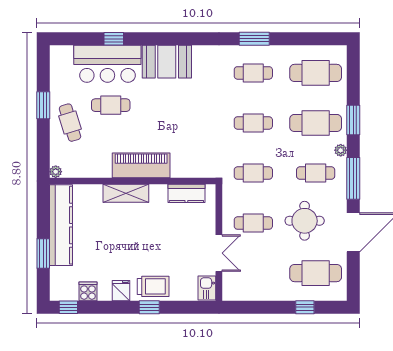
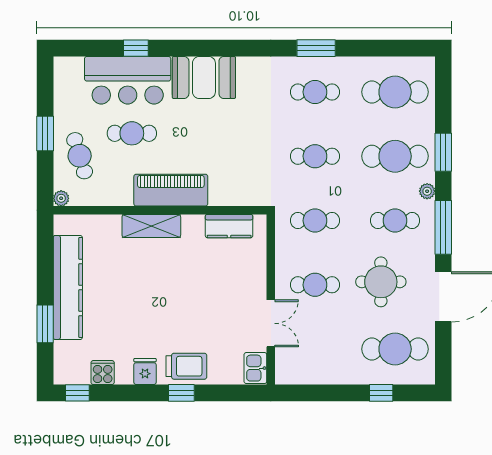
piano: (141, 165) -> (171, 190), moved
plant: (56, 172) -> (61, 198), moved
wall: (133, 181) -> (160, 210), moved
shelving: (126, 193) -> (151, 226), moved
kitchen counter: (186, 193) -> (229, 226), moved

